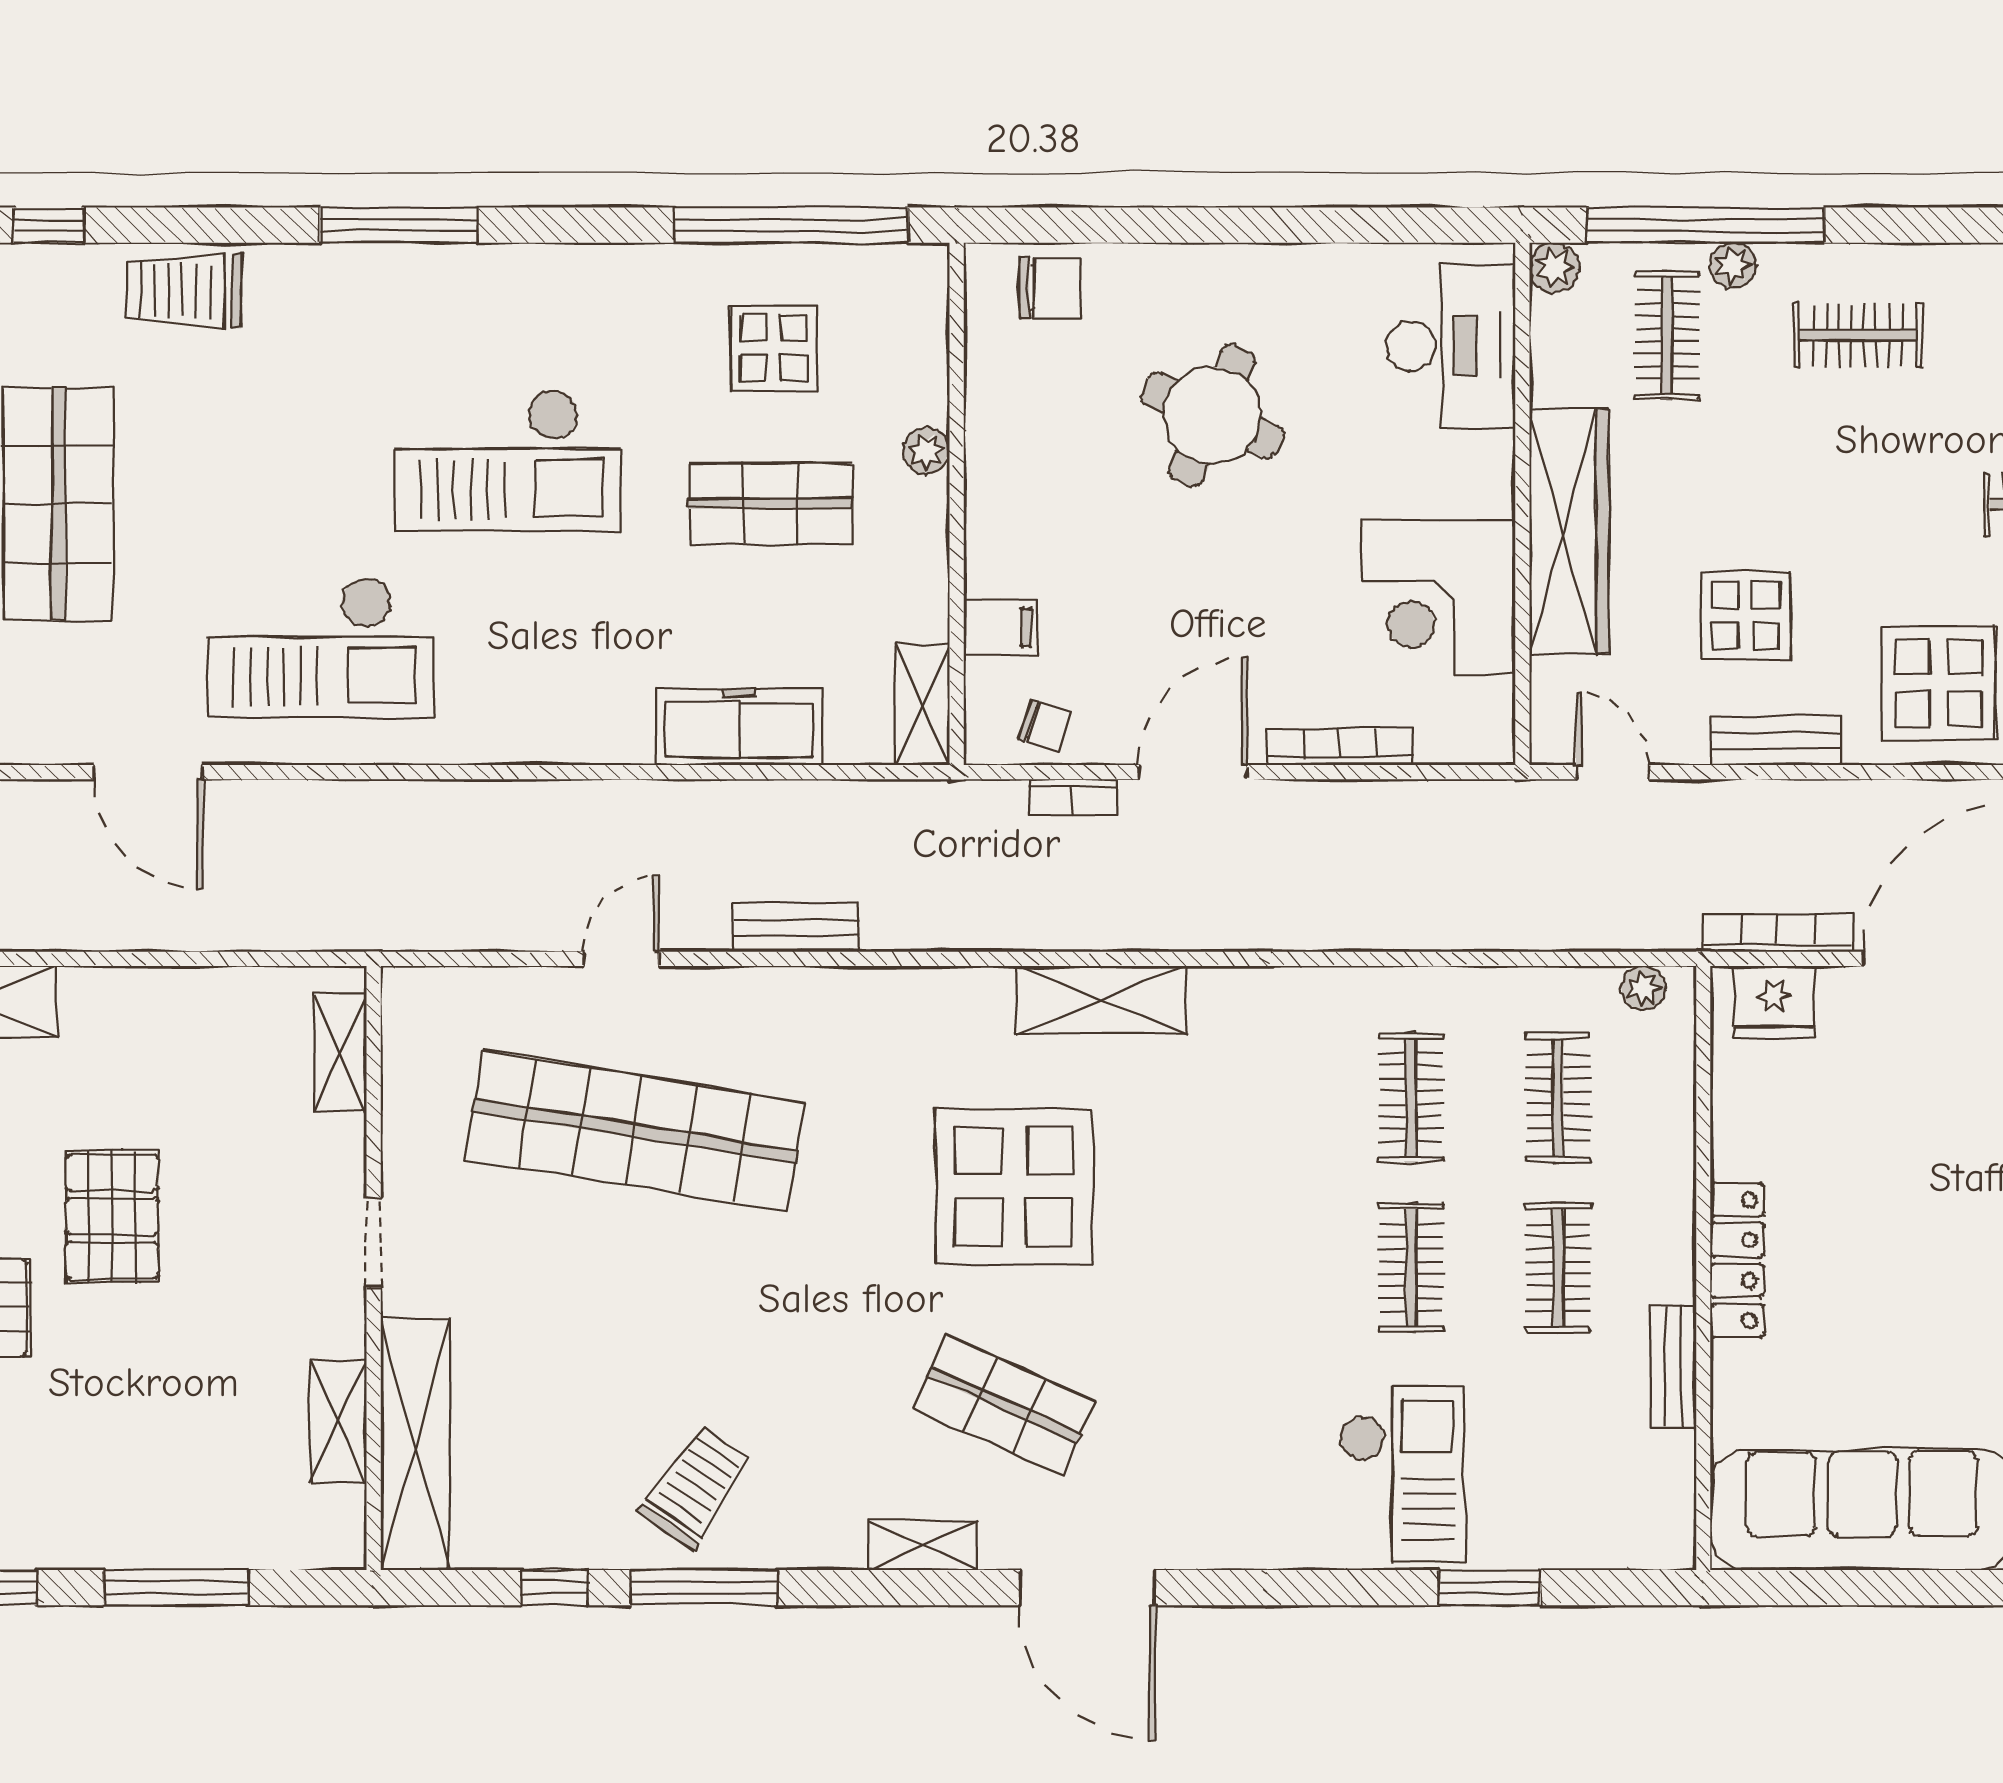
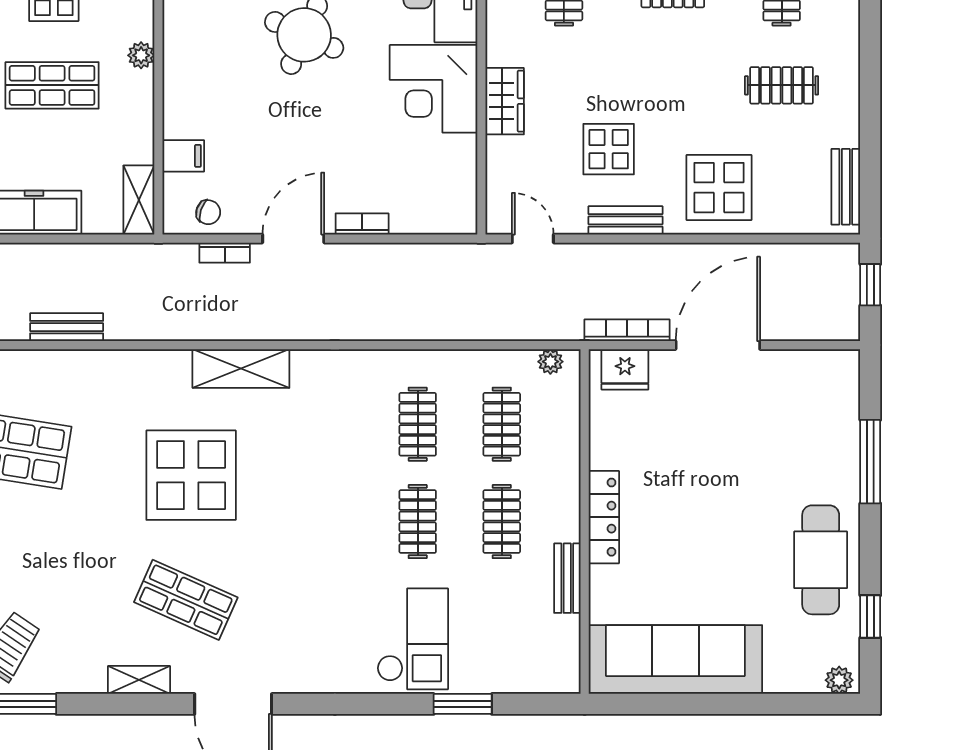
wardrobe: (1569, 532) -> (505, 101), width x0.48, depth x0.85
corner desk: (1439, 597) -> (434, 89), moved
bookcase: (1340, 747) -> (362, 224), width x0.64

